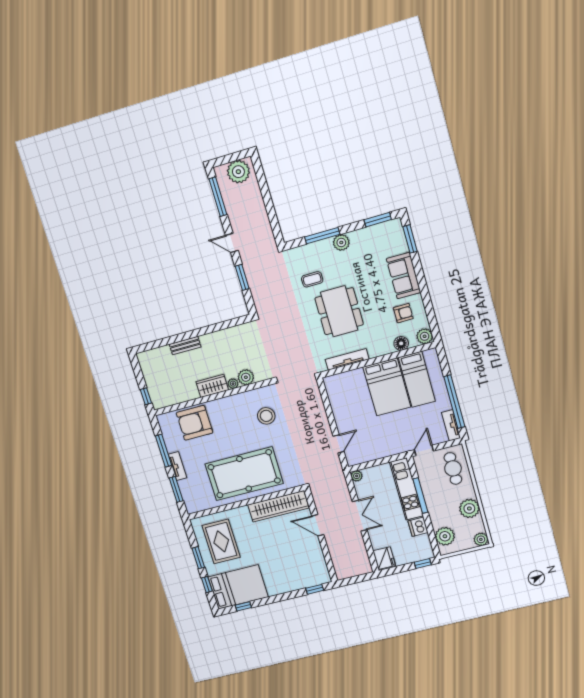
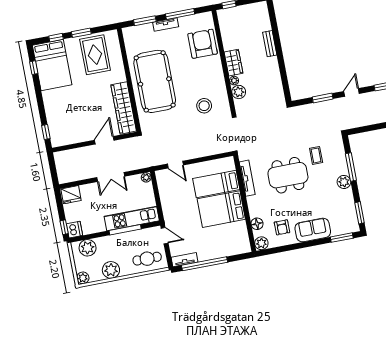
bed: (417, 379) -> (216, 184), moved
dishwasher: (418, 527) -> (74, 230), moved, turned 90
rug: (221, 541) -> (95, 55), turned 90

